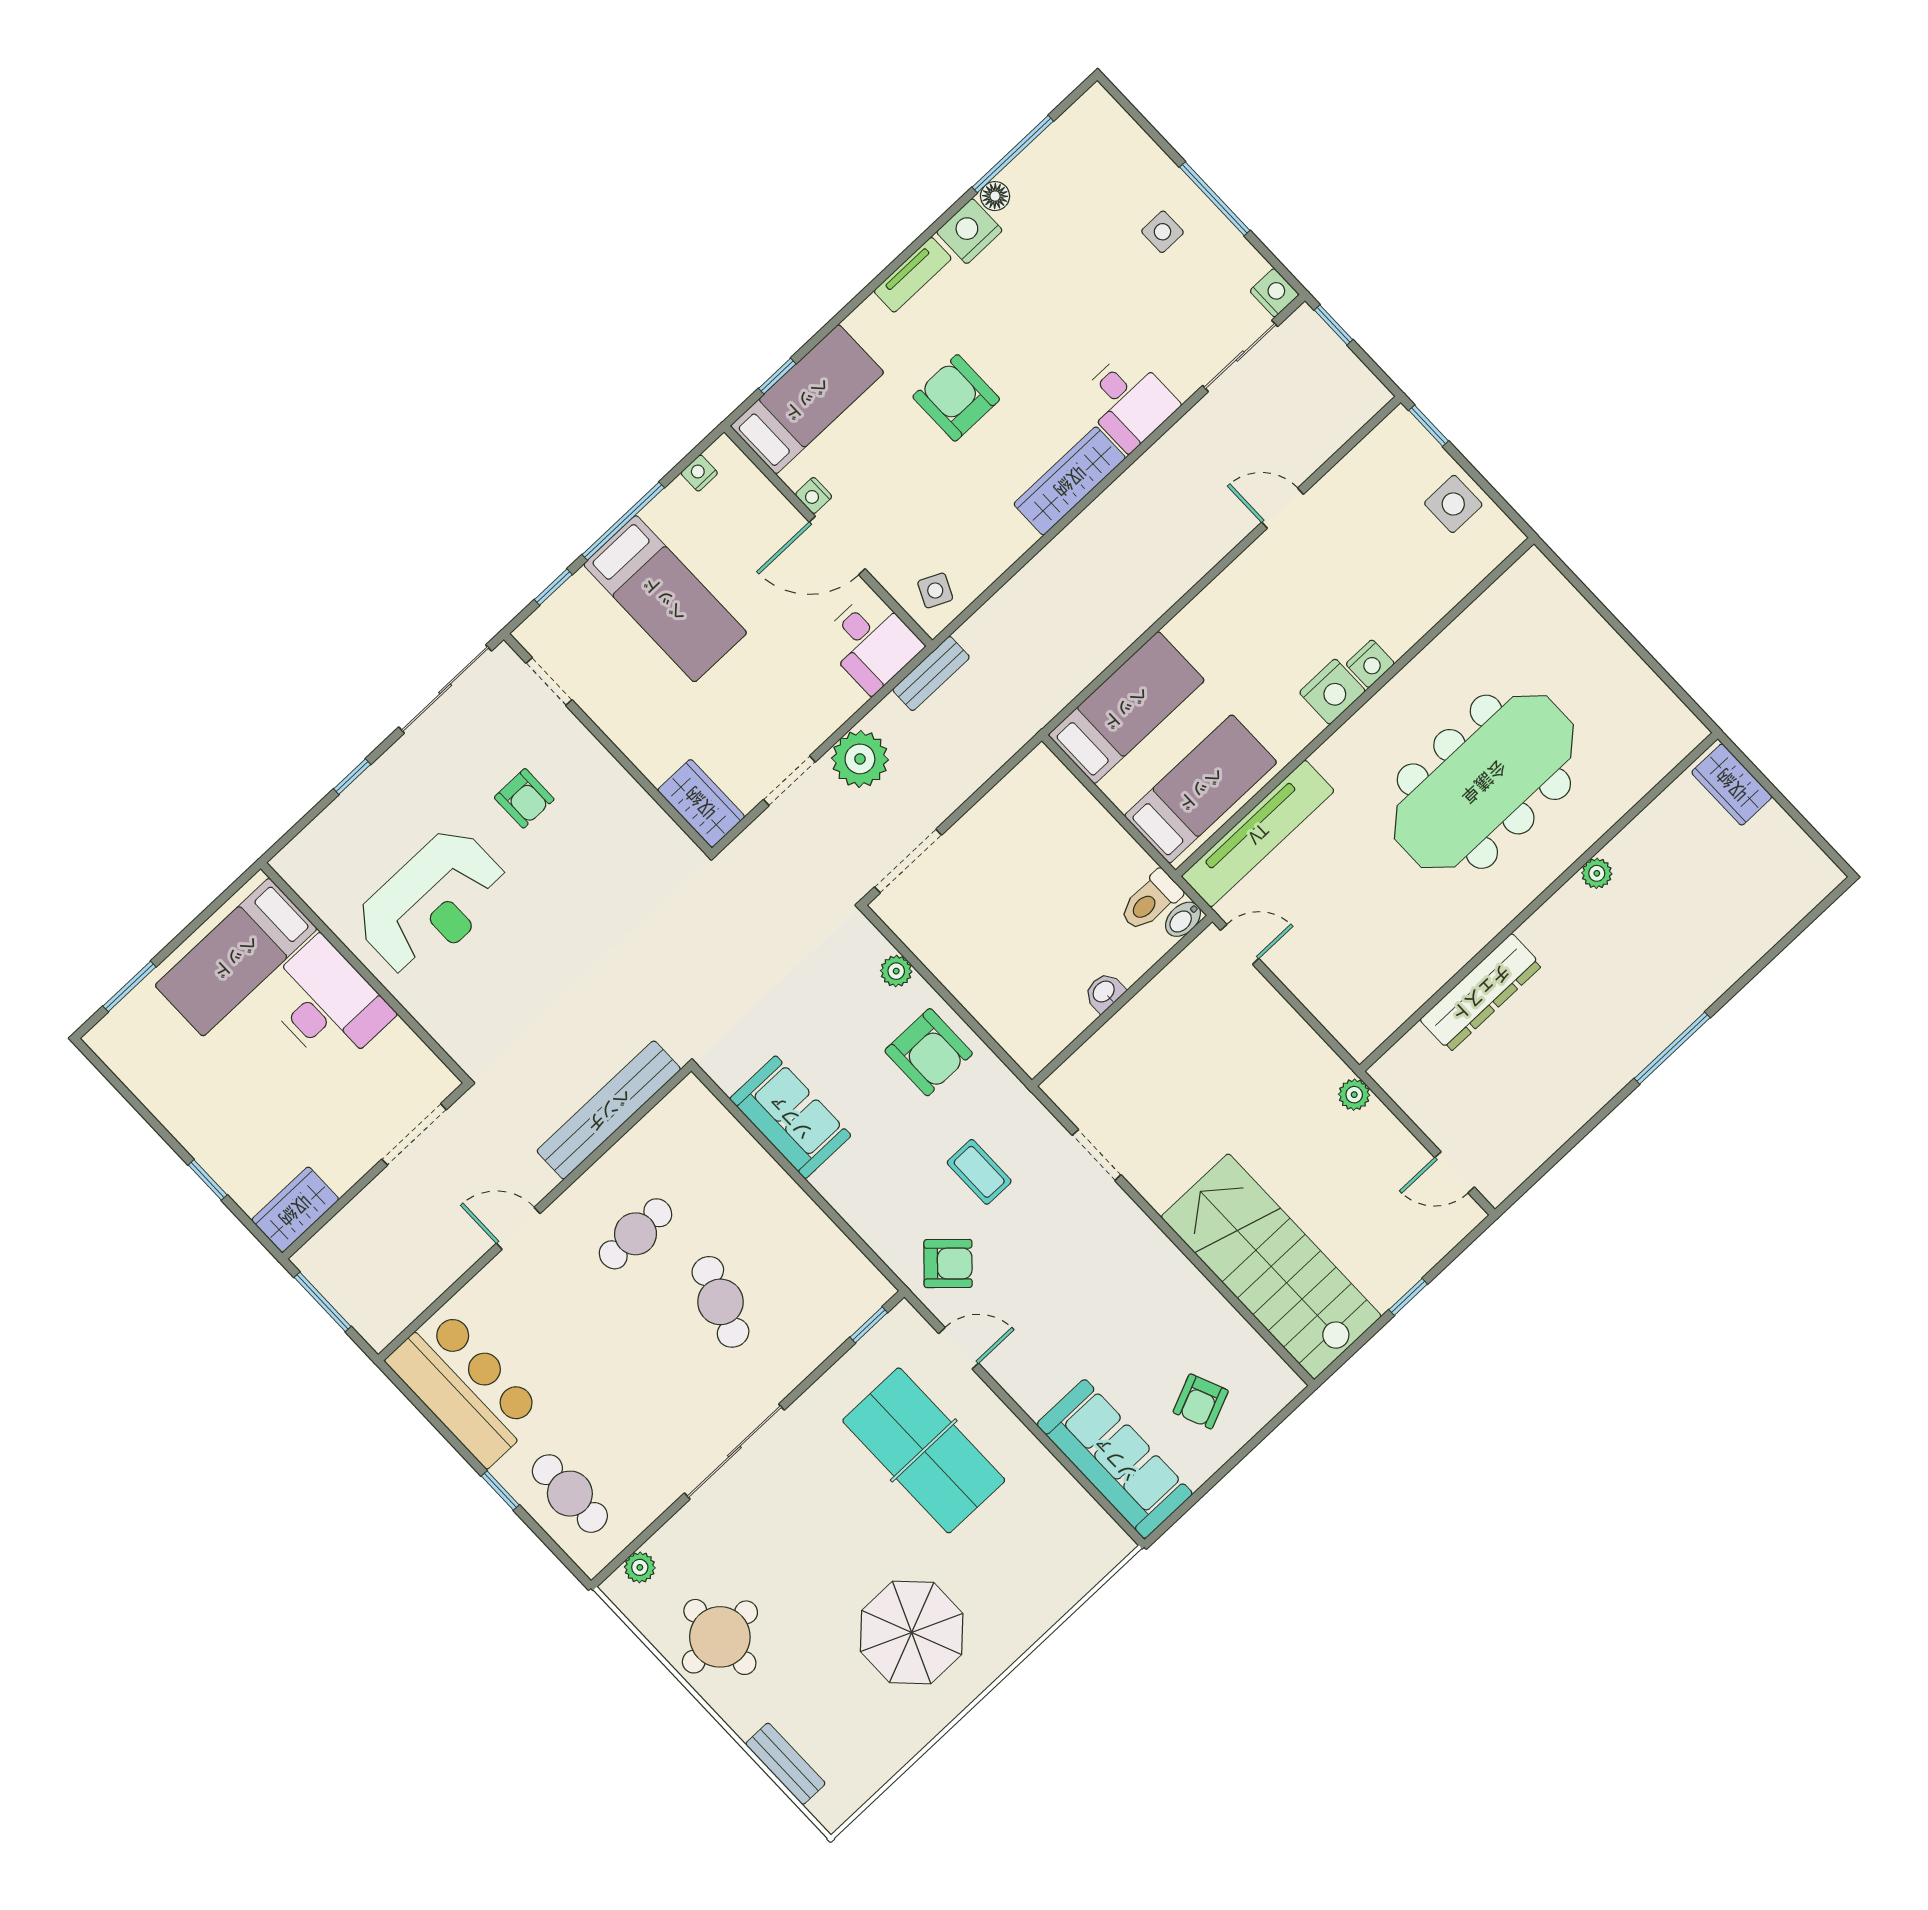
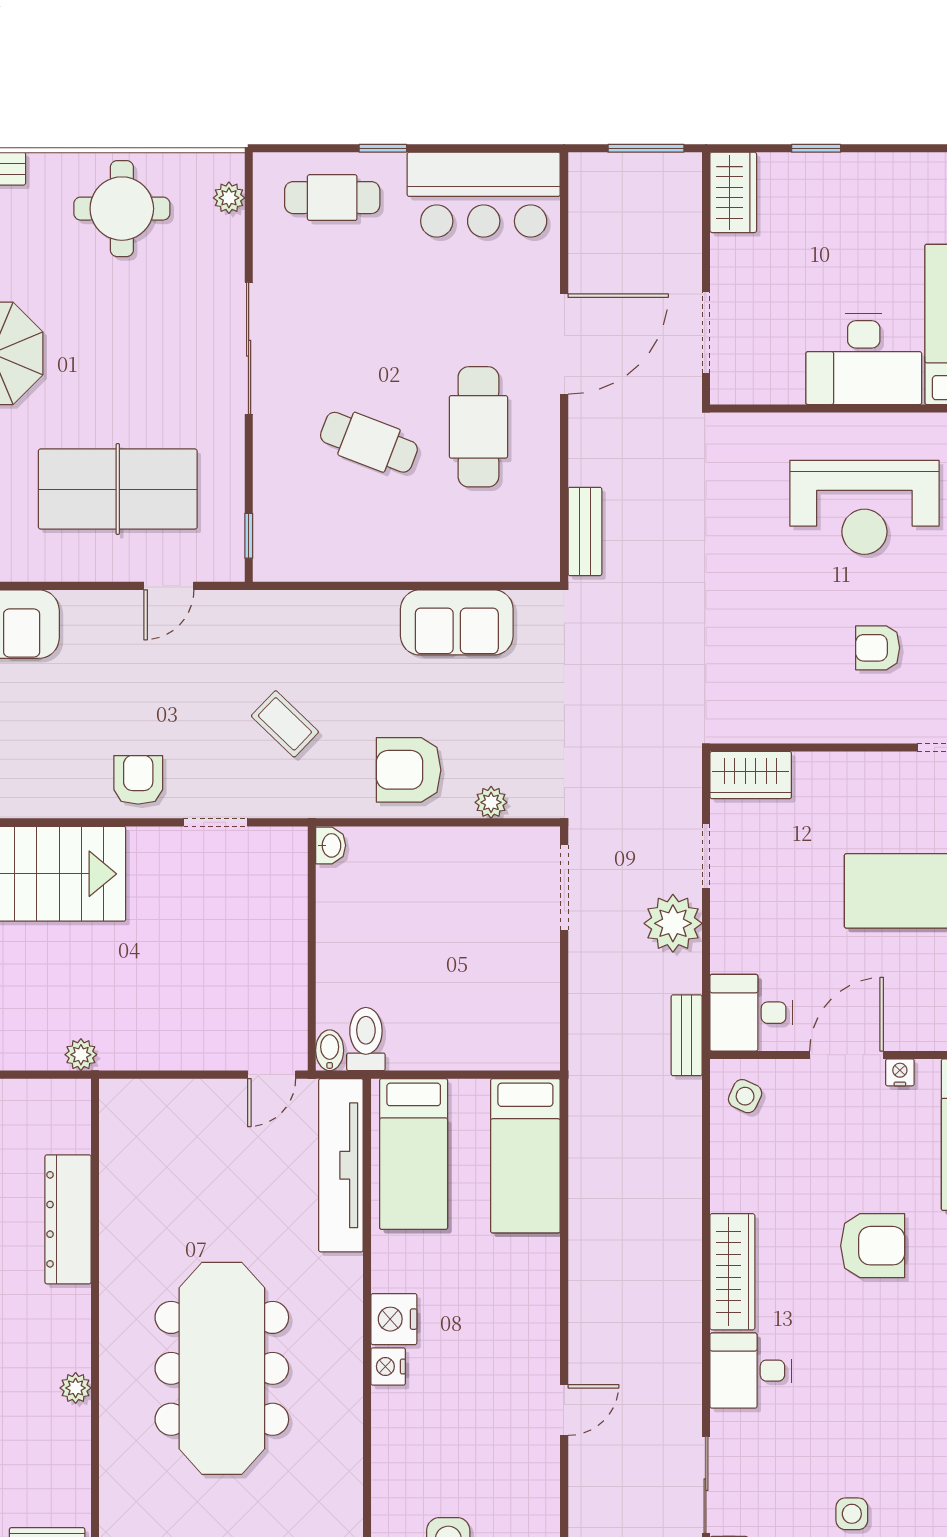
reception desk: (432, 903) -> (864, 507), turned -90
washbasin: (1104, 992) -> (331, 845), moved
bench: (609, 1110) -> (585, 531), width x0.54, depth x0.82
coffee table: (979, 1172) -> (285, 724), turned 44
door: (518, 1228) -> (564, 344), width x1.88
cafe table: (635, 1234) -> (478, 427), width x1.37, depth x1.35
armchair: (948, 1264) -> (138, 780), moved, turned 137

